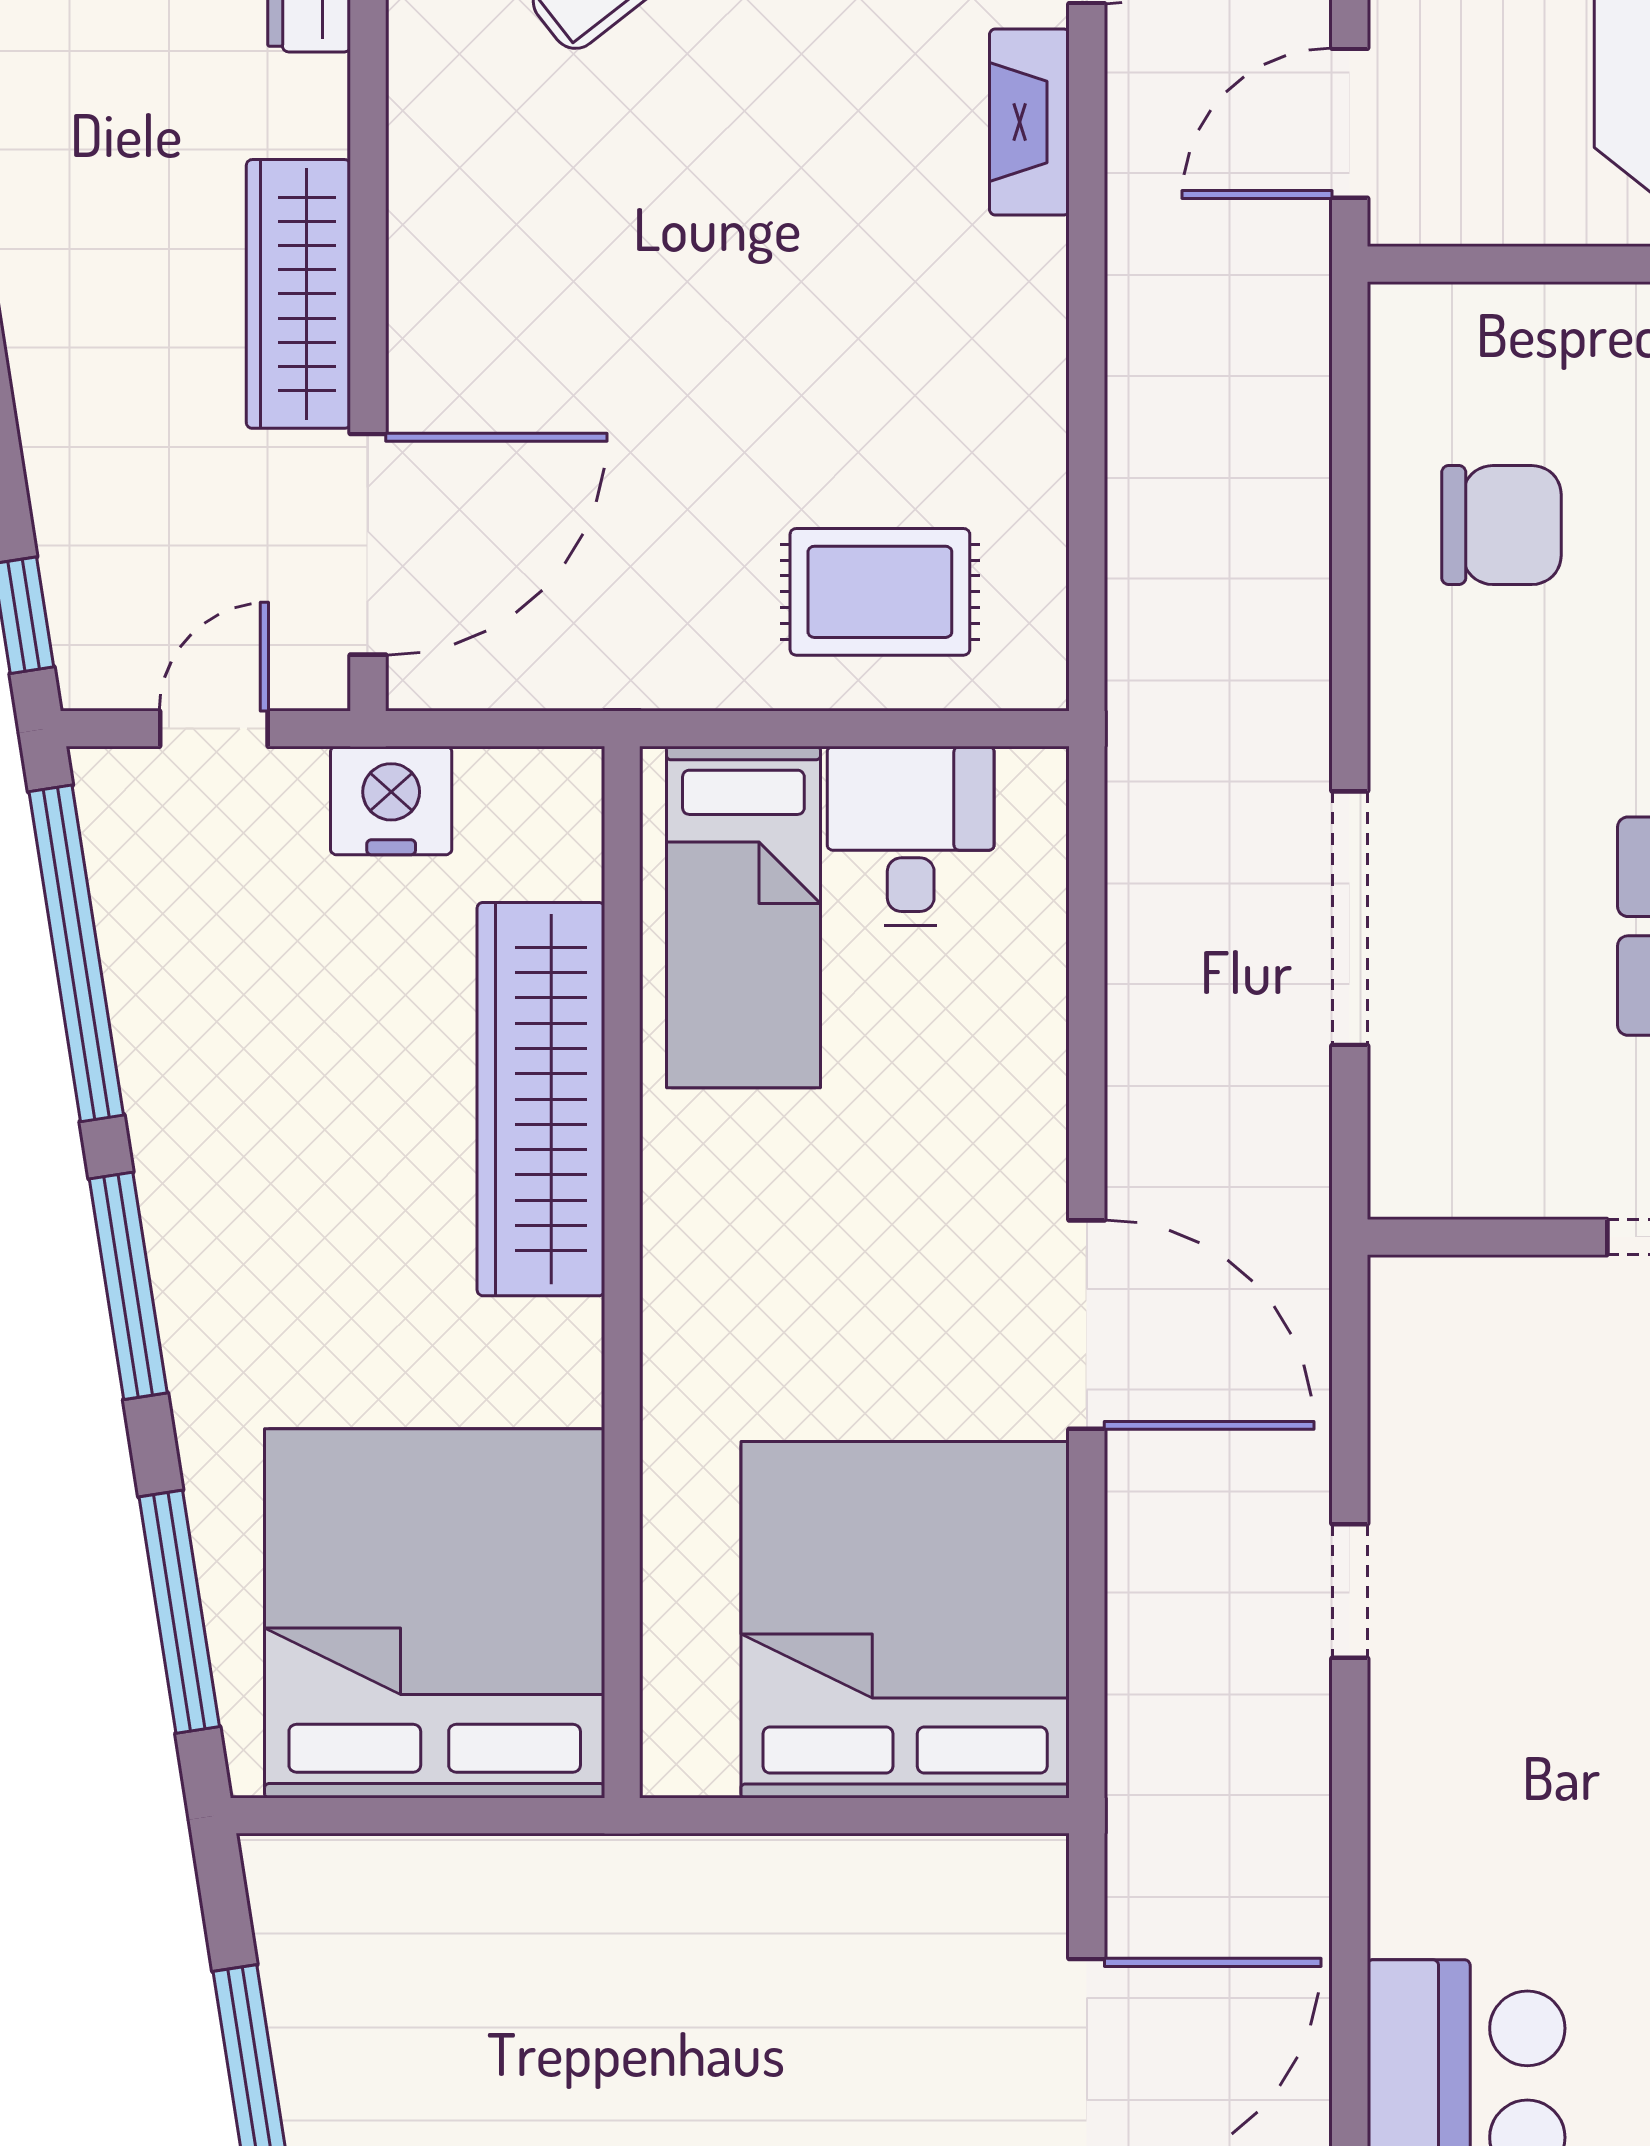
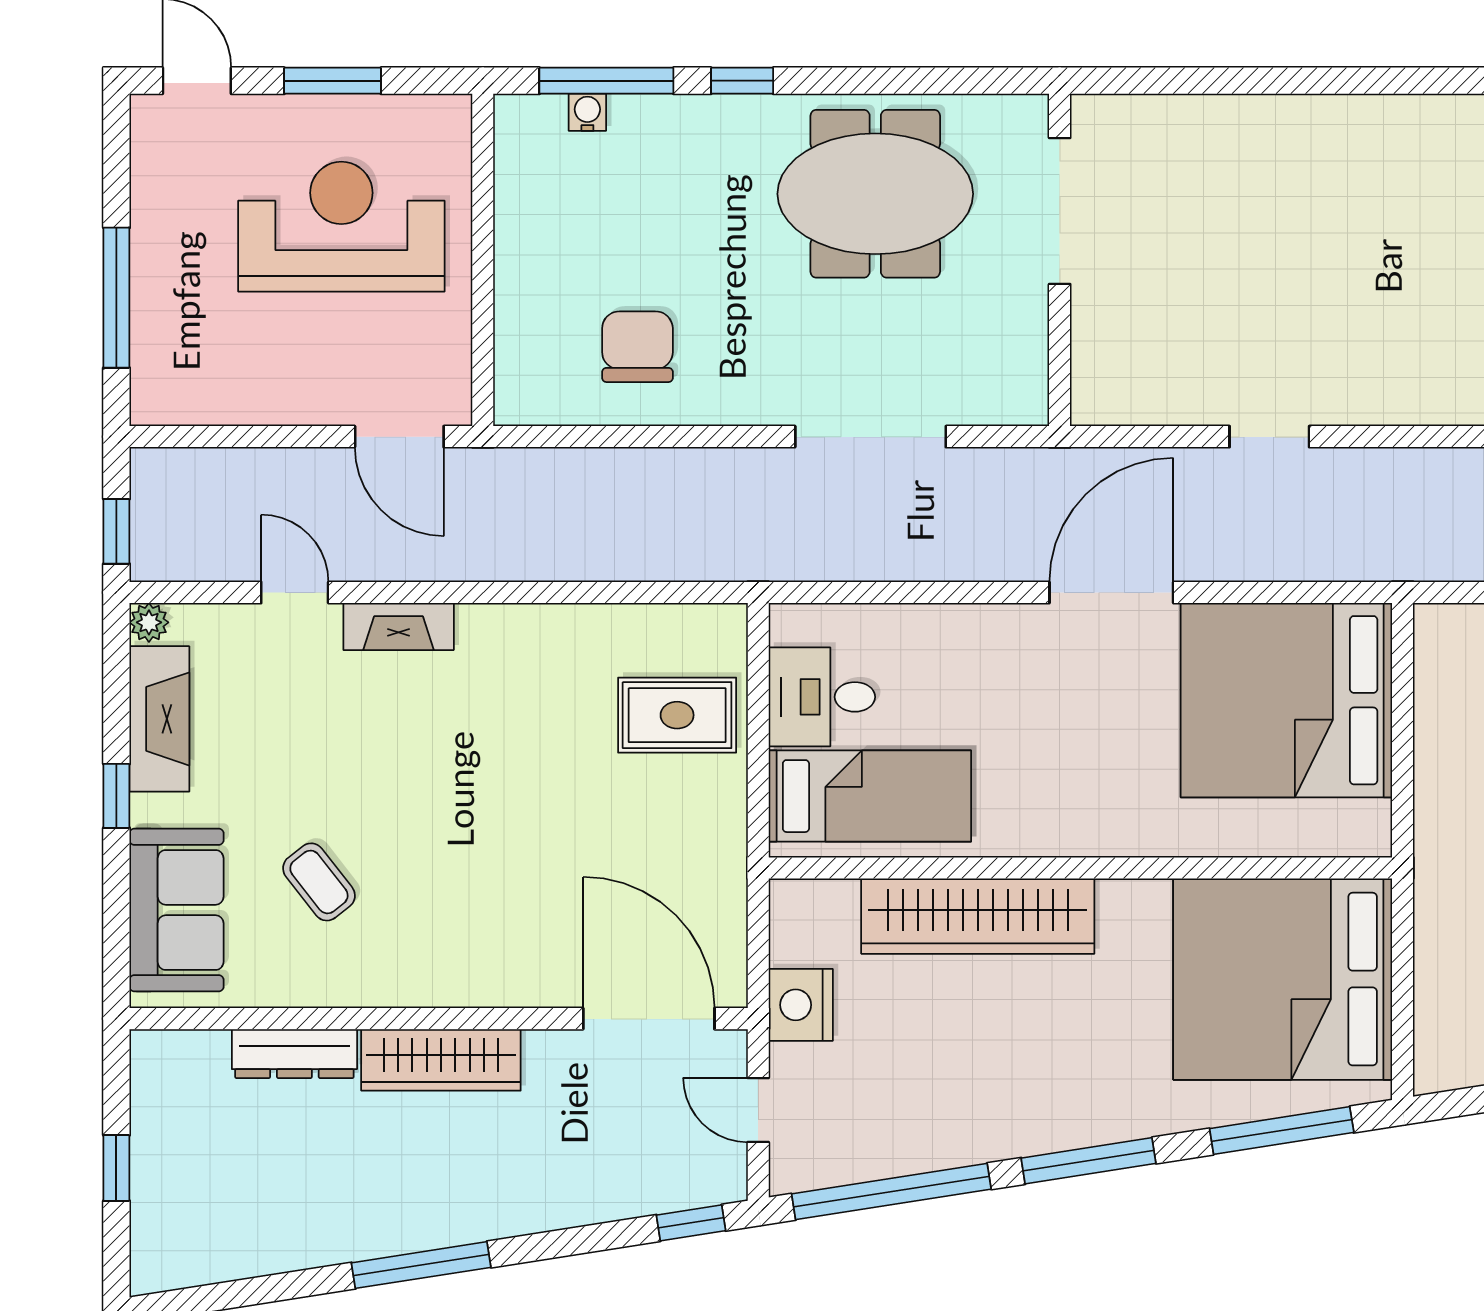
wardrobe: (298, 294) -> (441, 1060), moved
rug: (880, 592) -> (677, 715), turned 90

